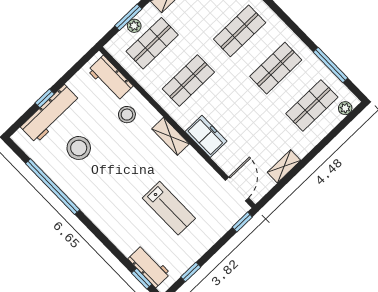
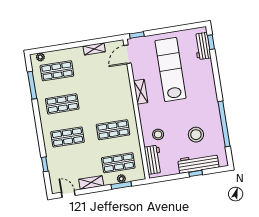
shelving: (171, 136) -> (141, 92), moved
freezer: (206, 136) -> (124, 94), removed
lab bench: (169, 208) -> (171, 69), width x1.86, depth x1.39
window: (191, 272) -> (183, 28), removed

